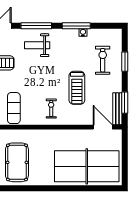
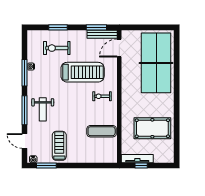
treadmill: (77, 88) -> (83, 72), width x1.37, depth x1.38

